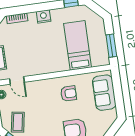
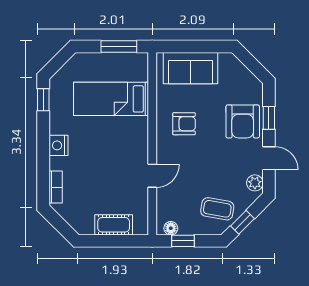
door: (17, 80) -> (152, 176), moved
armchair: (68, 94) -> (184, 124), turned 90

